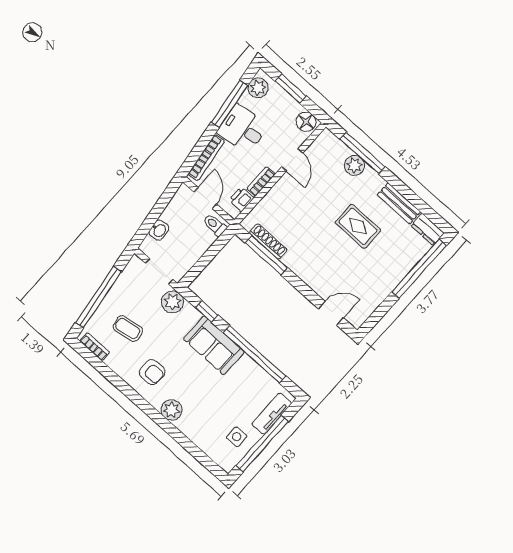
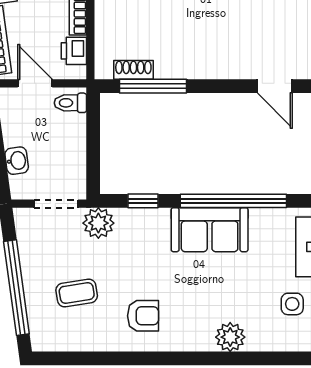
shoe rack: (268, 241) -> (133, 70), width x0.70
door: (331, 313) -> (275, 86), swing flipped
sofa: (214, 345) -> (210, 230), moved
bookcase: (95, 347) -> (59, 343), removed
plant: (171, 410) -> (230, 337), moved

